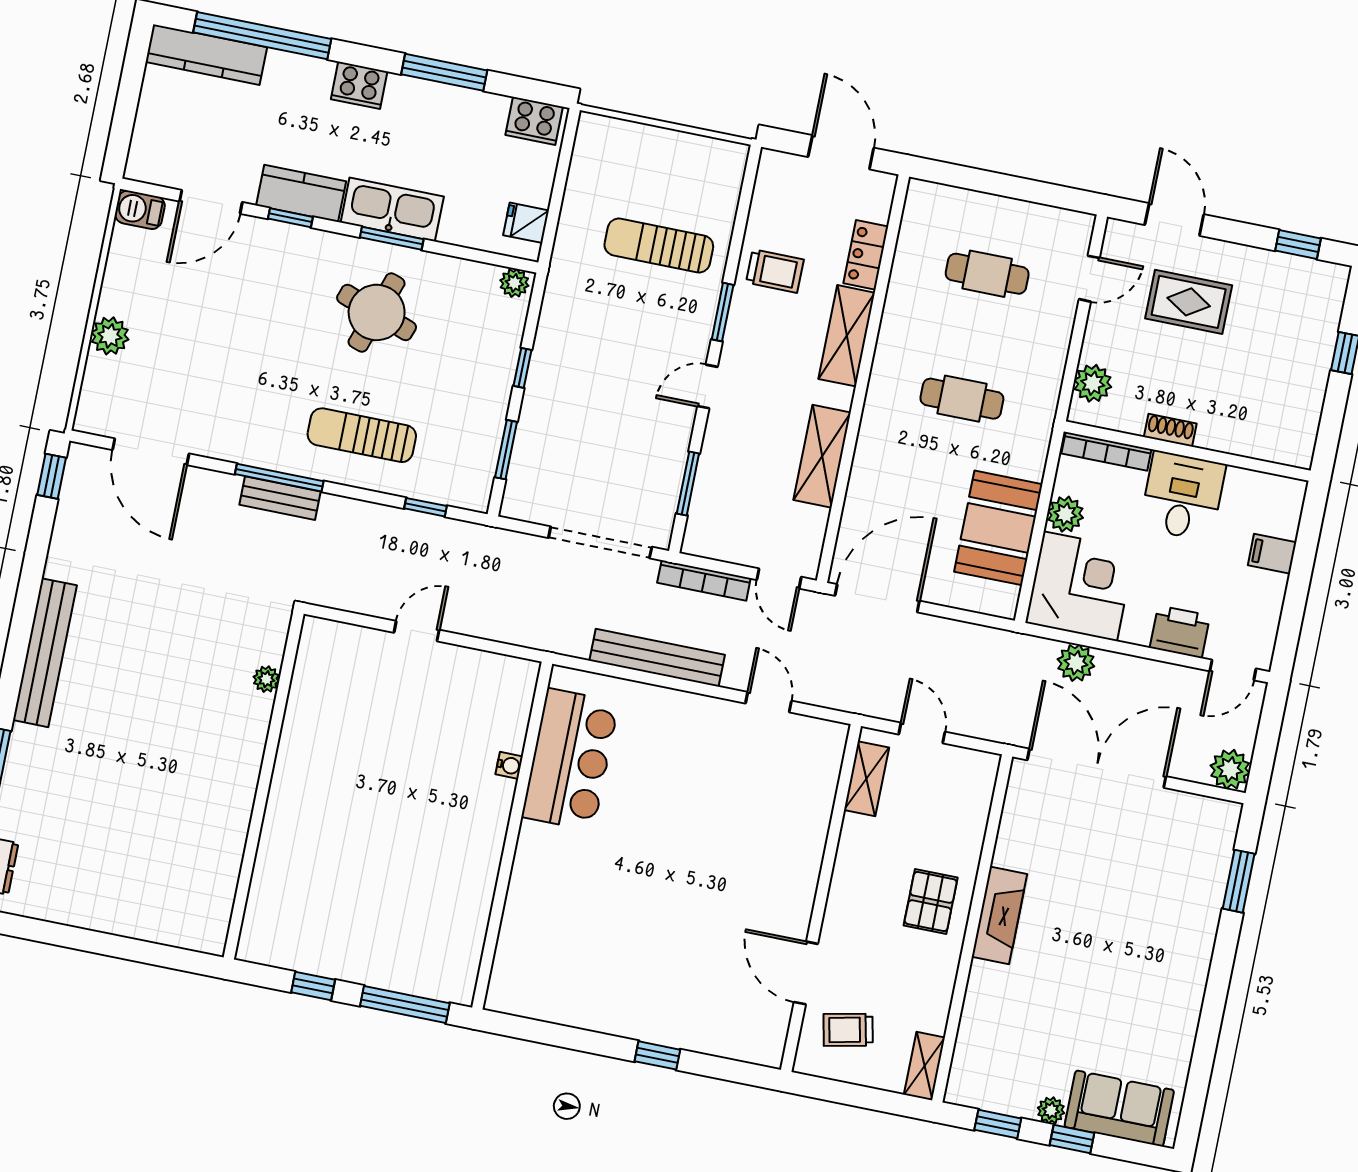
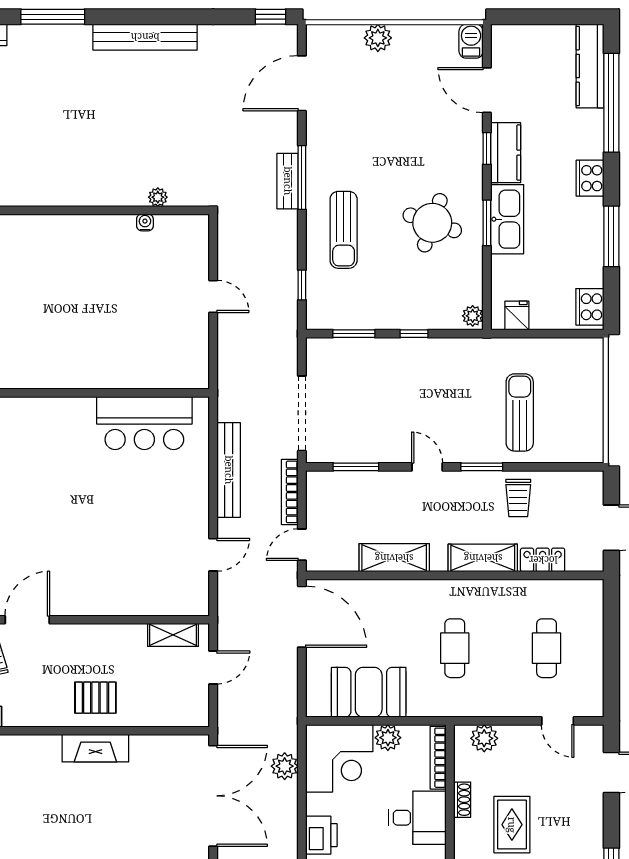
rug: (1189, 302) -> (512, 825), moved
sun lounger: (362, 435) -> (344, 230), turned 180
water cooler: (509, 765) -> (145, 222), moved, turned 180

